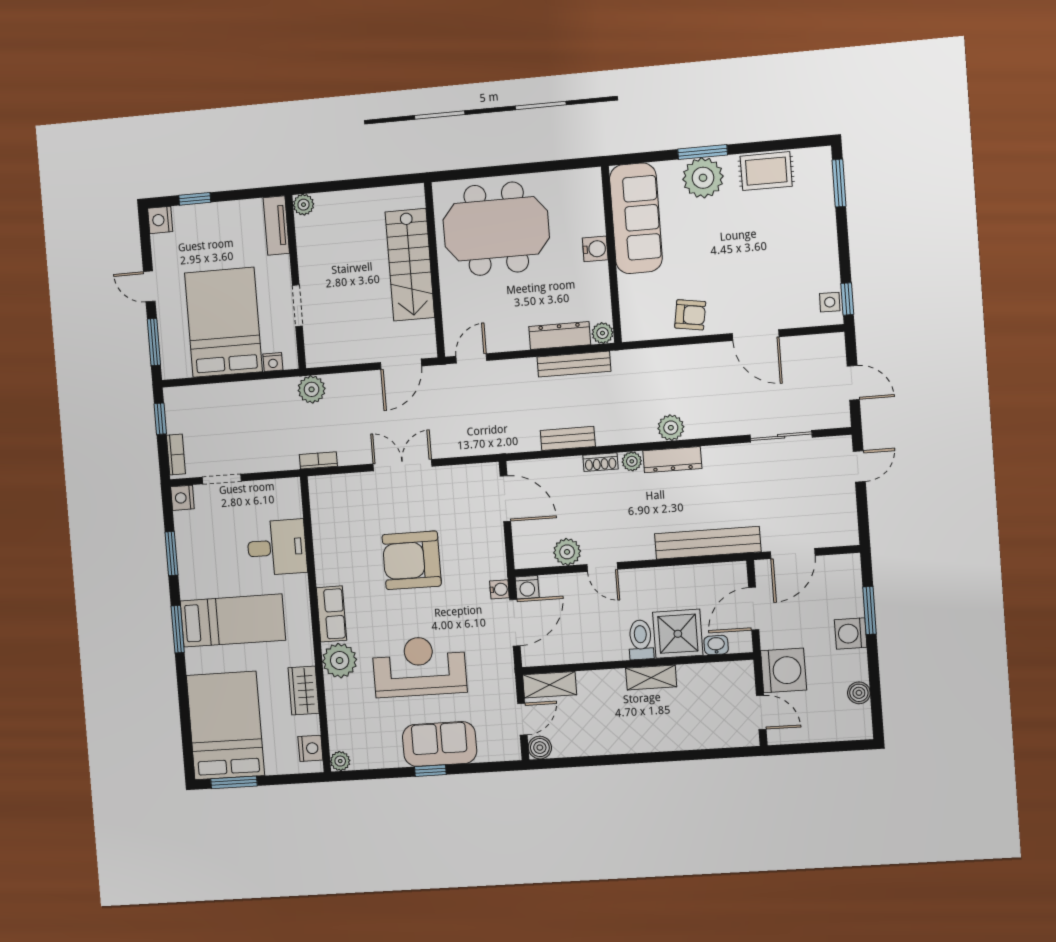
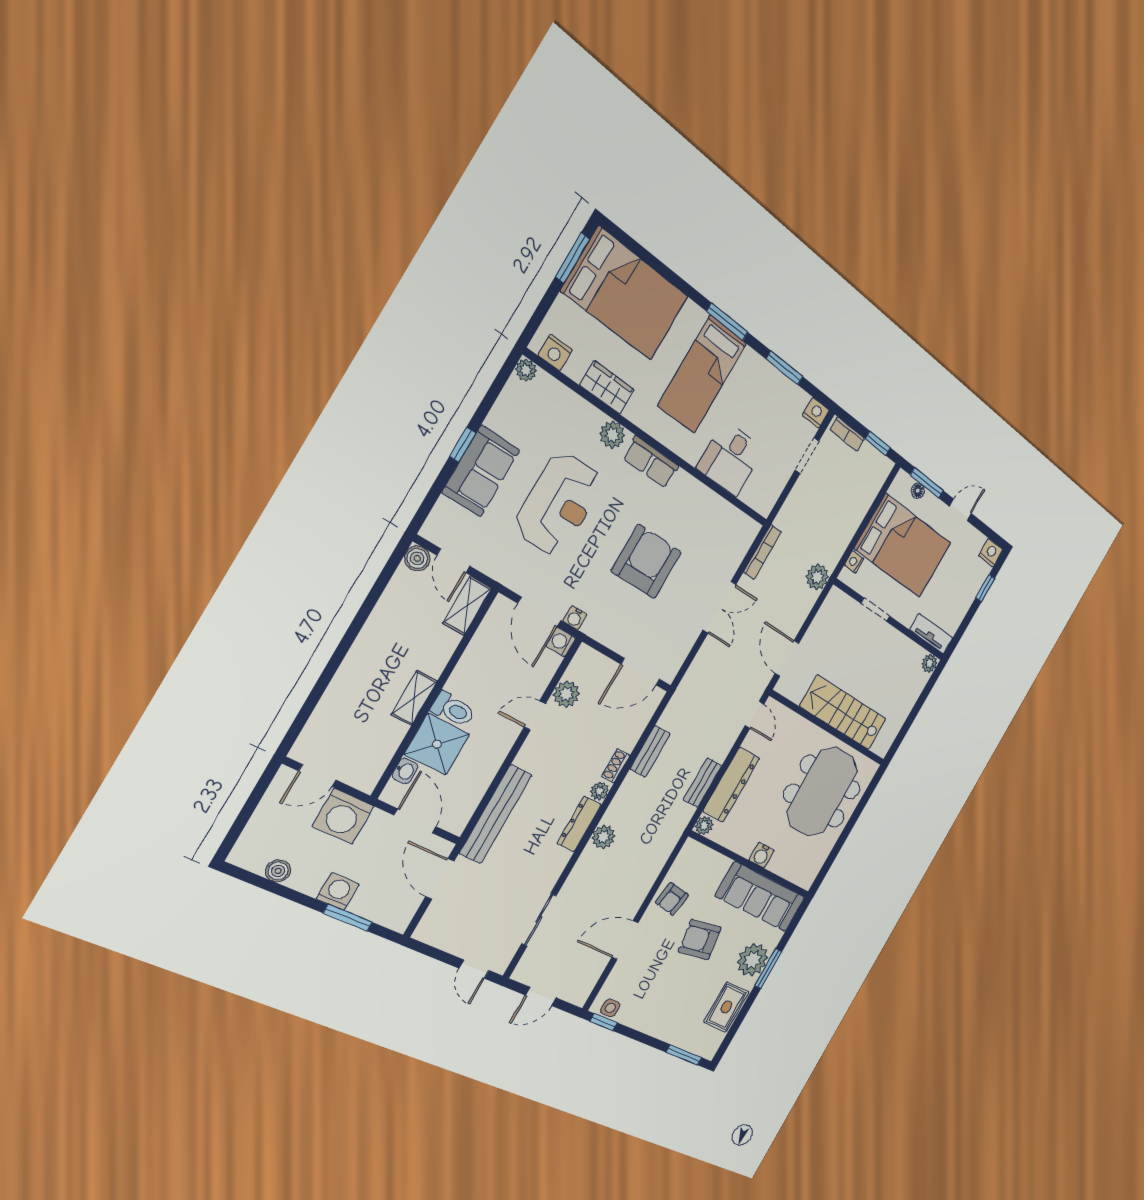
armchair: (714, 254) -> (700, 940), added
dresser: (560, 336) -> (731, 785), width x1.37, depth x1.24
floor lamp: (167, 346) -> (918, 491), added
bench: (574, 364) -> (703, 783), width x0.73
bookcase: (318, 460) -> (763, 552), width x1.56
plant: (340, 661) -> (612, 435), width x0.73, depth x0.73

